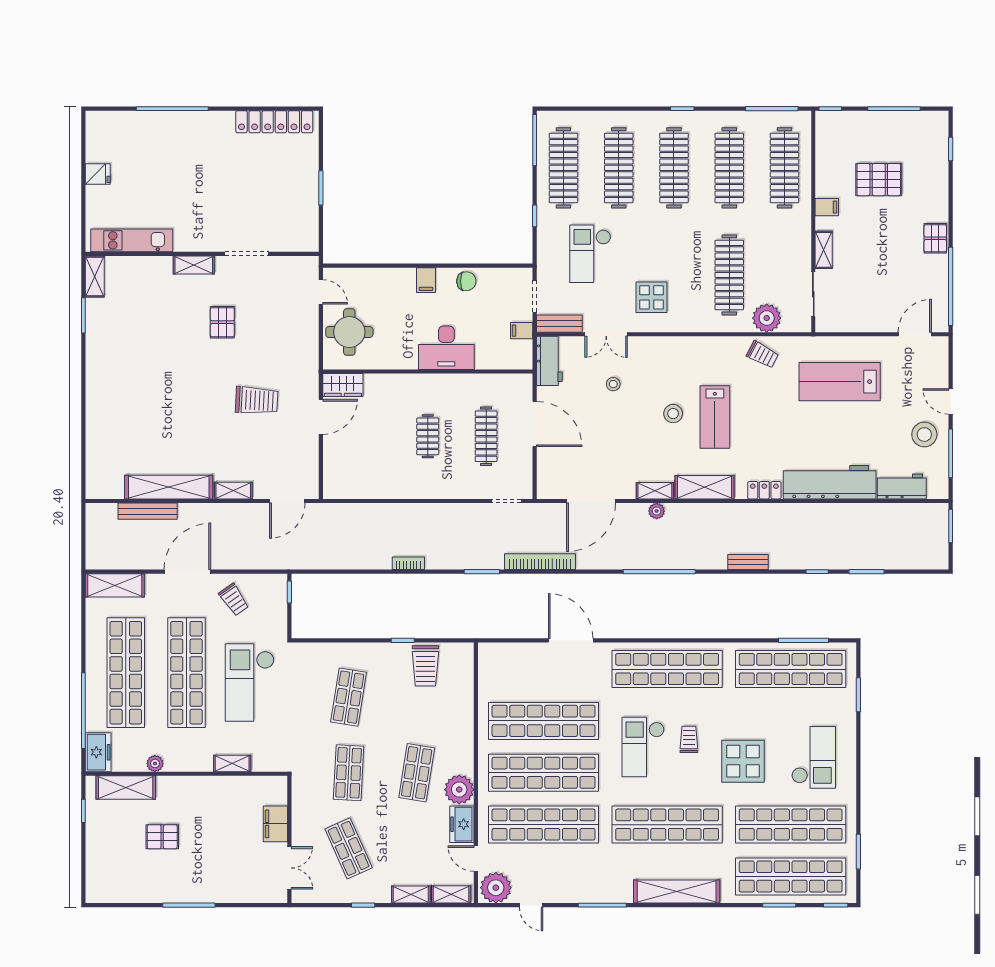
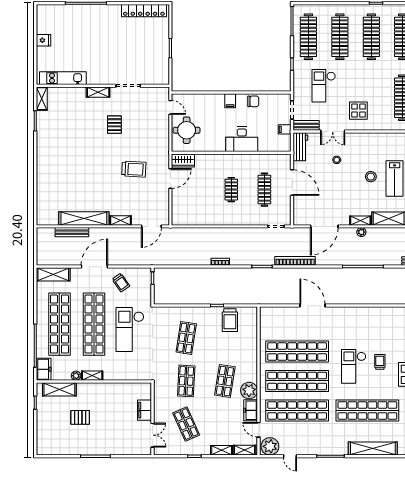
shop shelf: (667, 669) -> (367, 322), removed
shelving: (232, 763) -> (92, 376), moved

